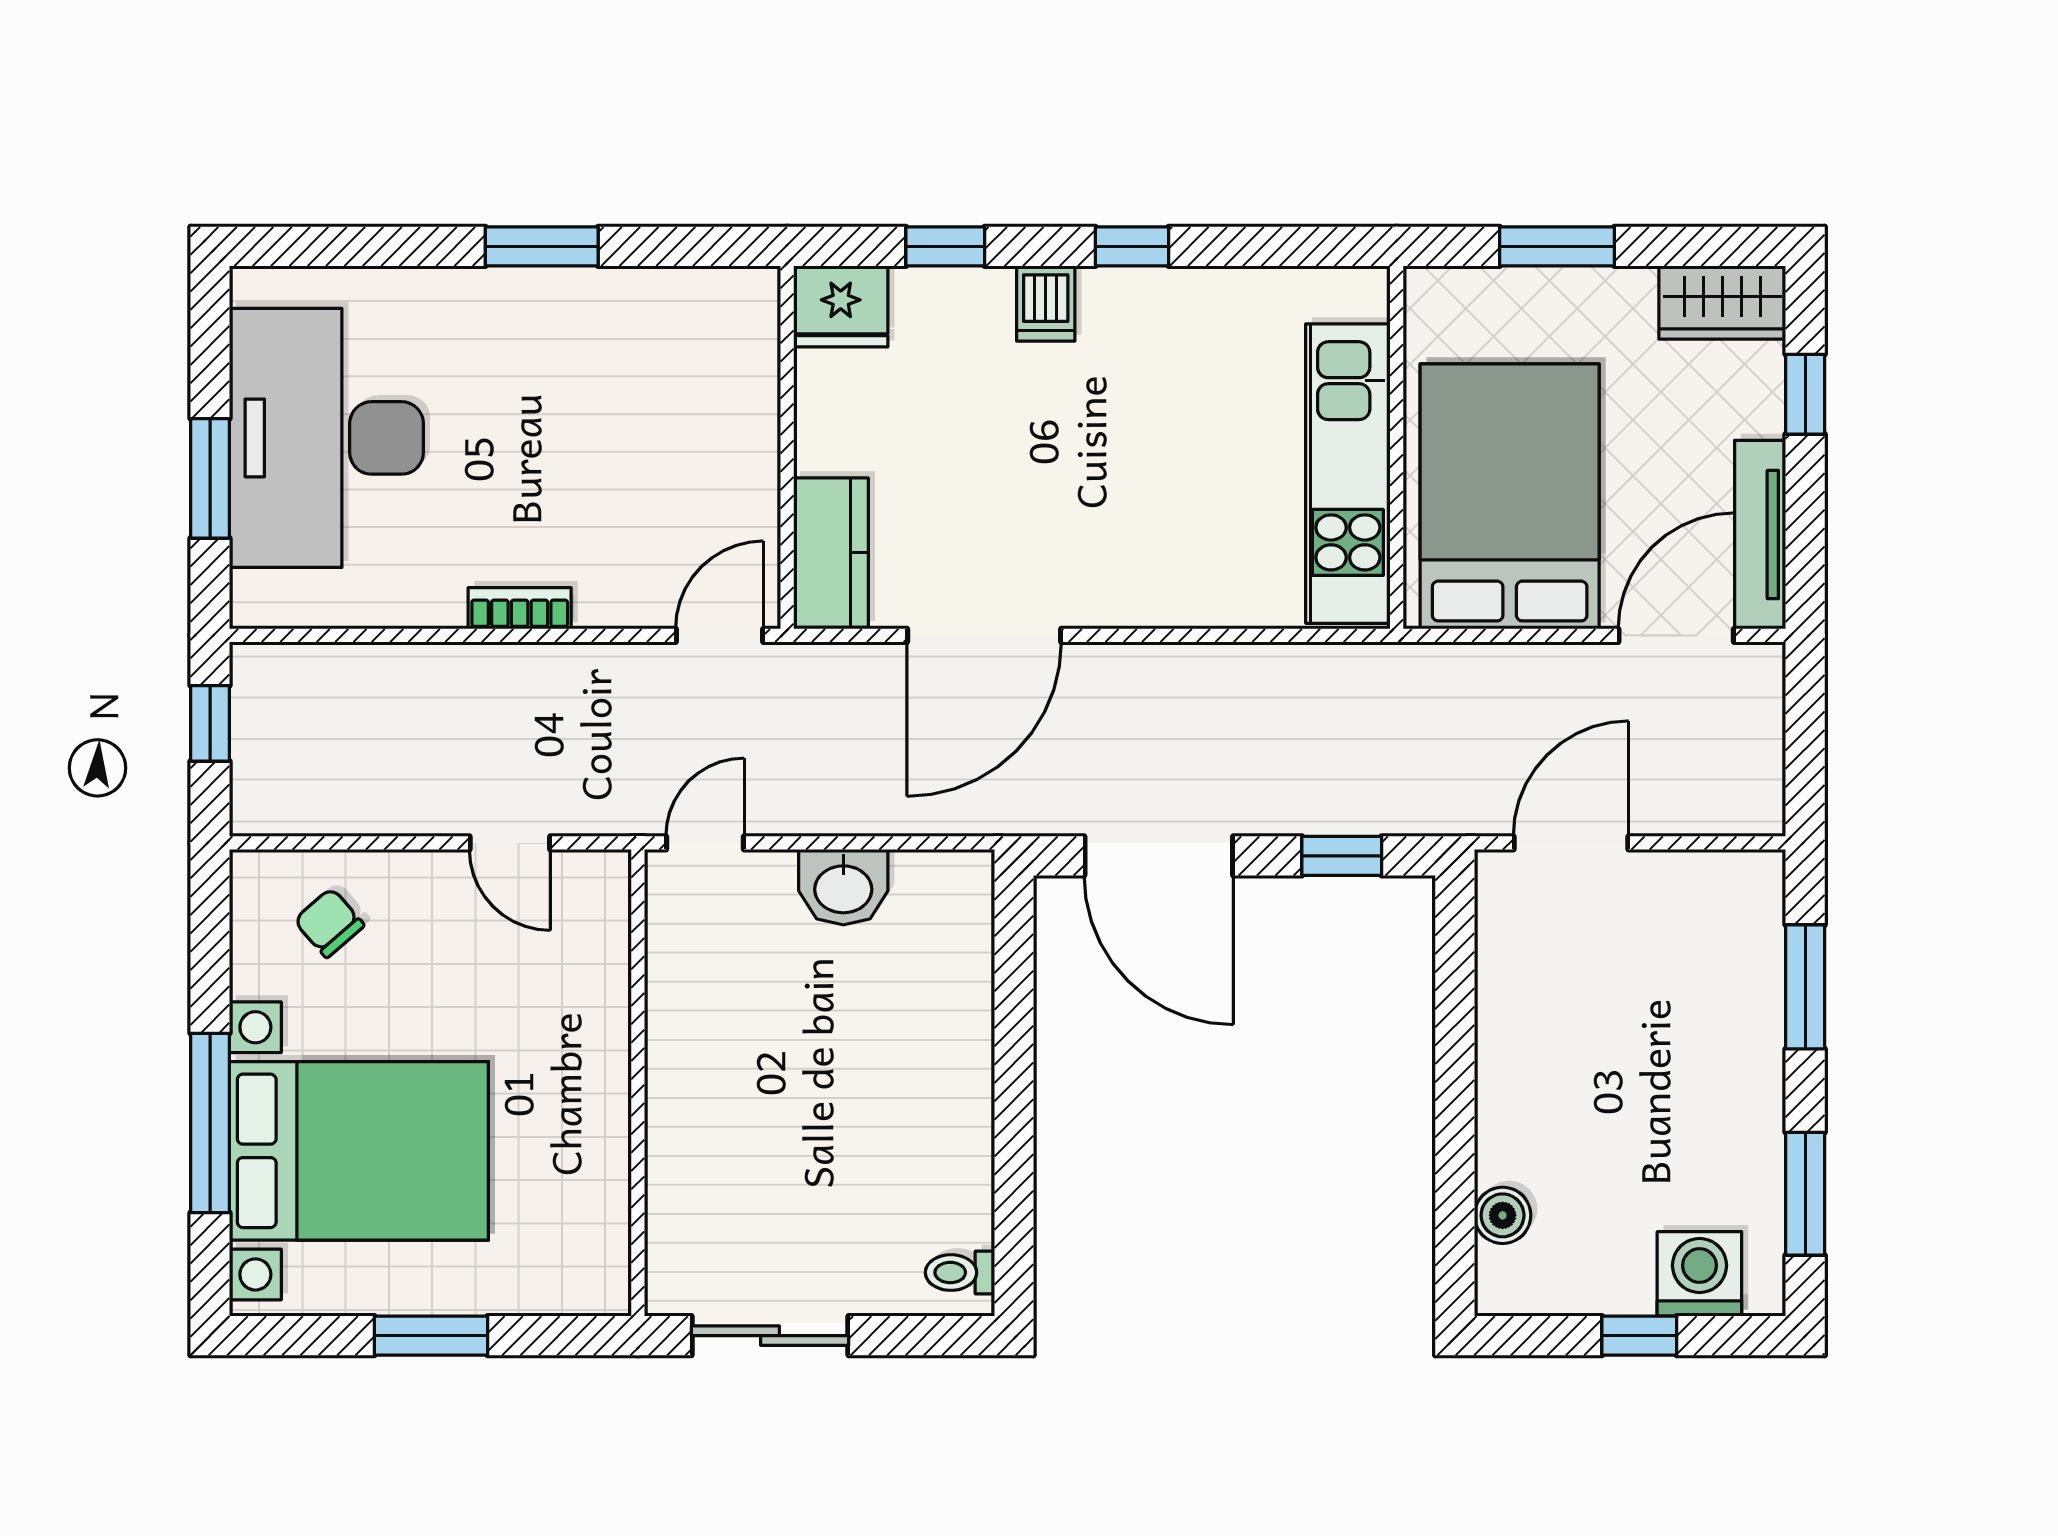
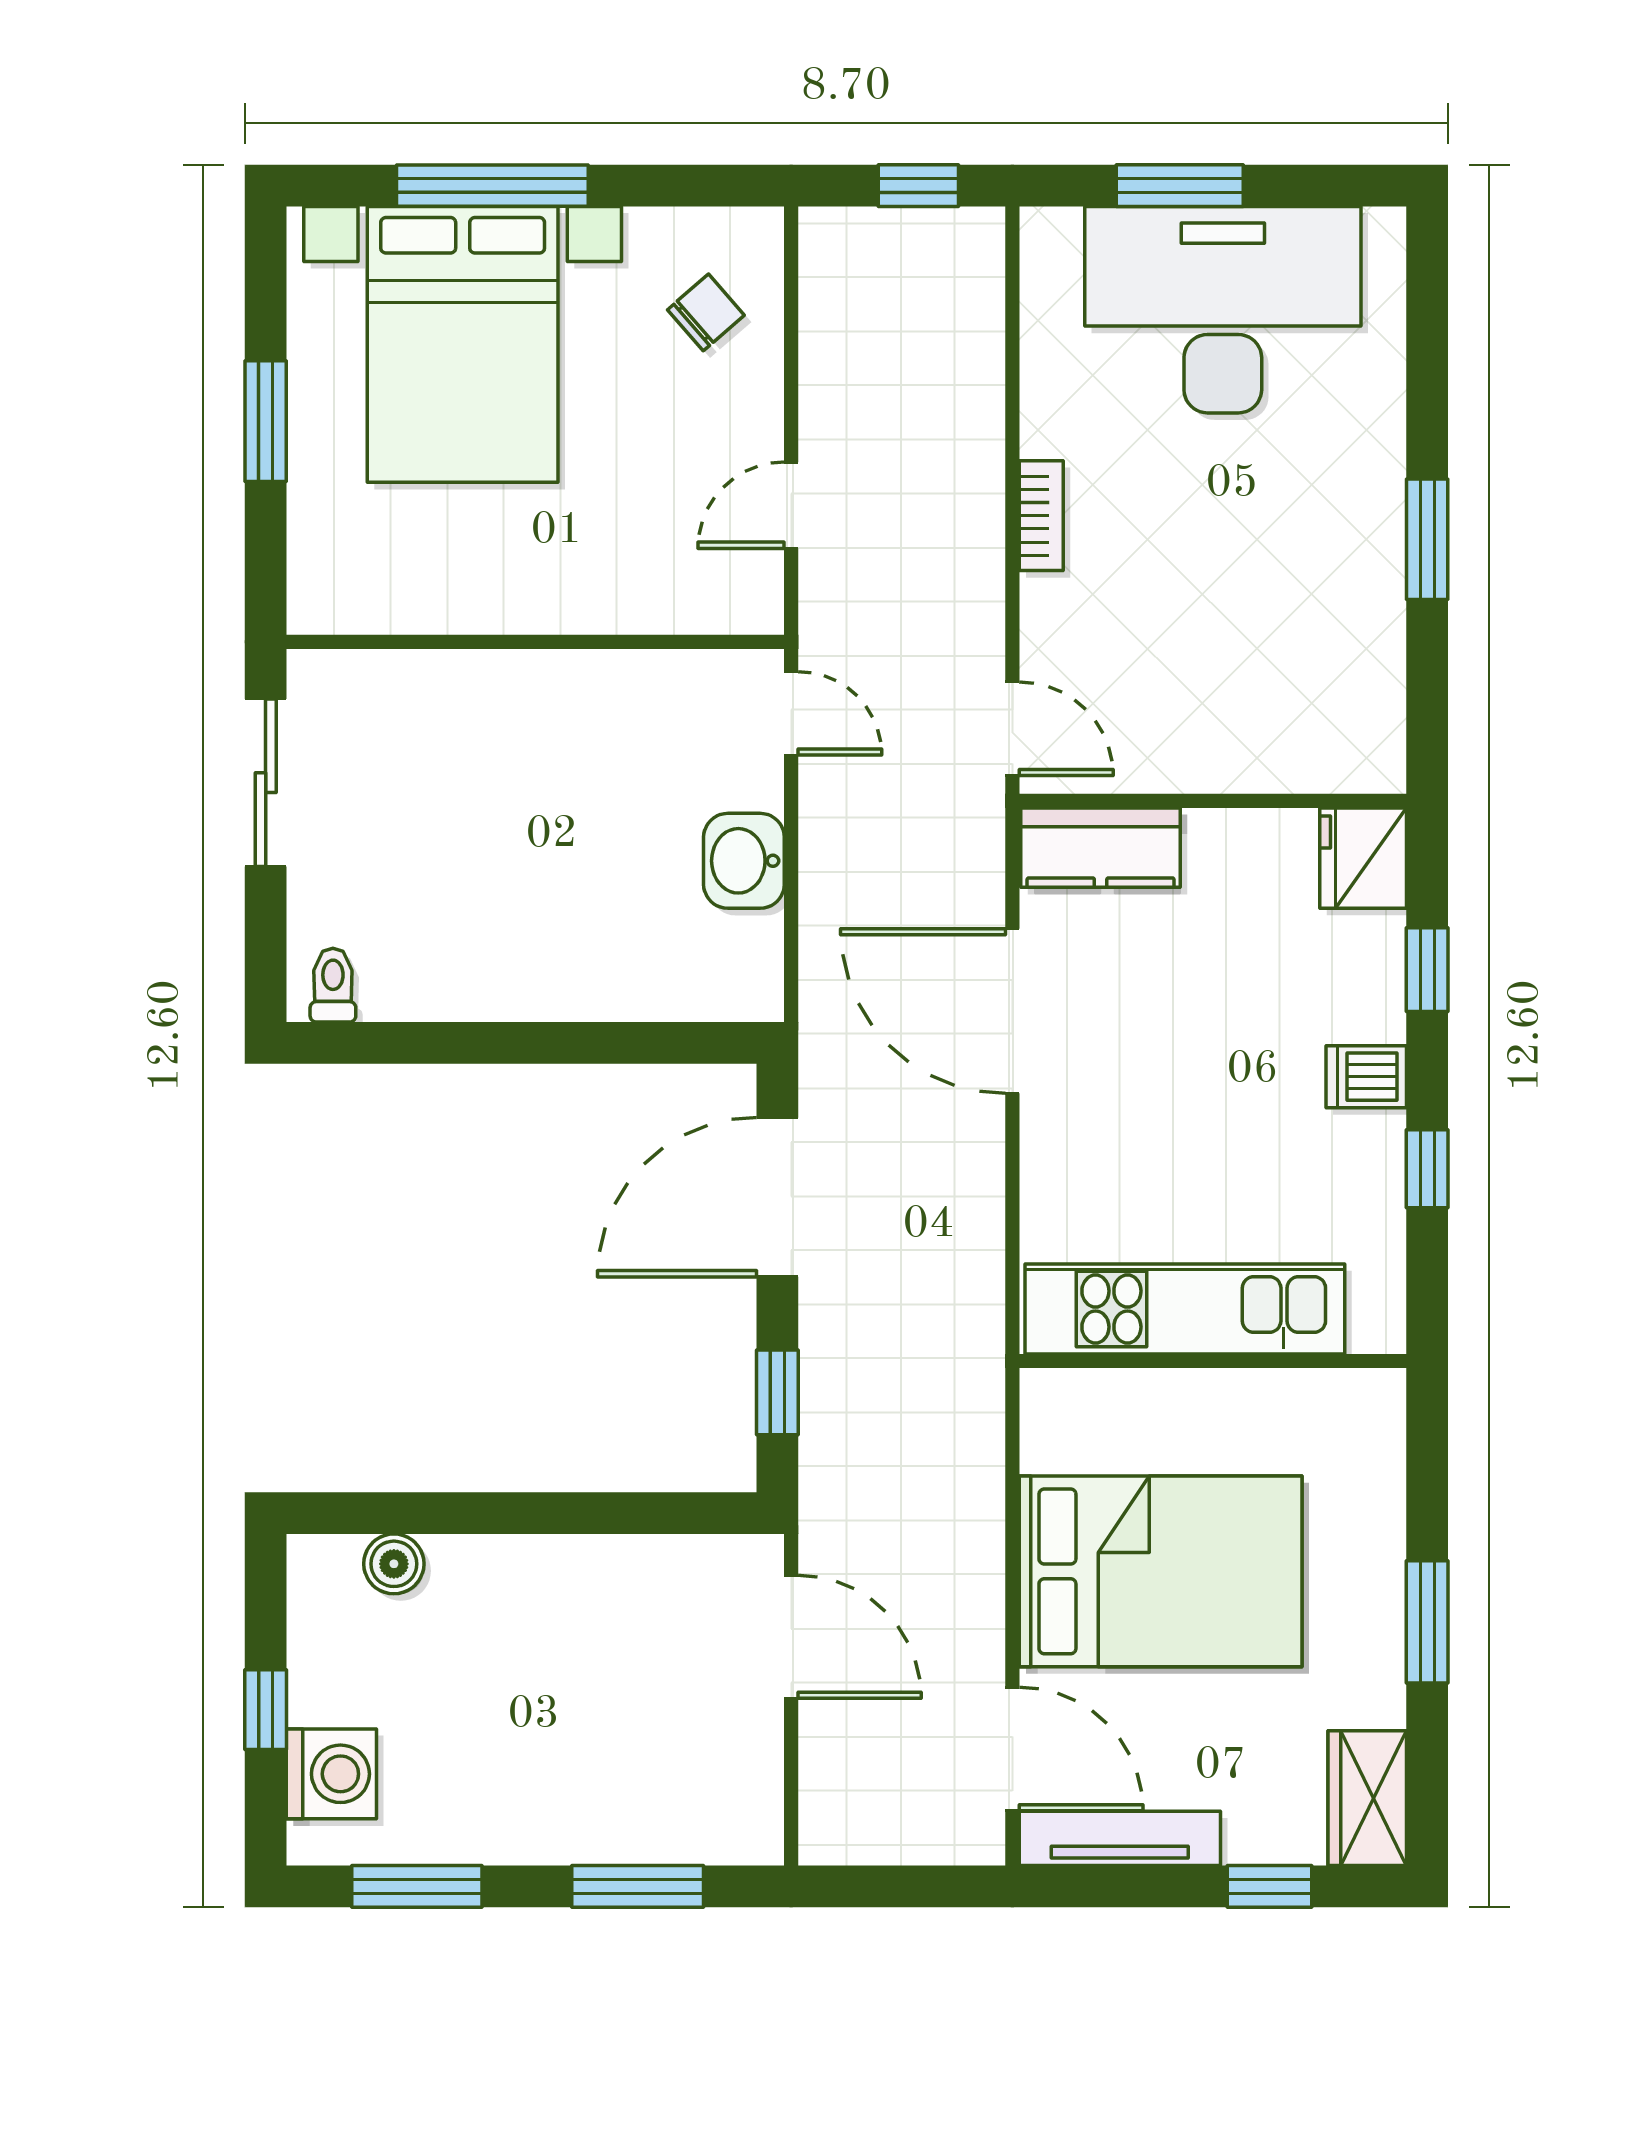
wall: (1397, 447) -> (1213, 1361), moved
kitchen unit: (1348, 474) -> (1185, 1309), moved

